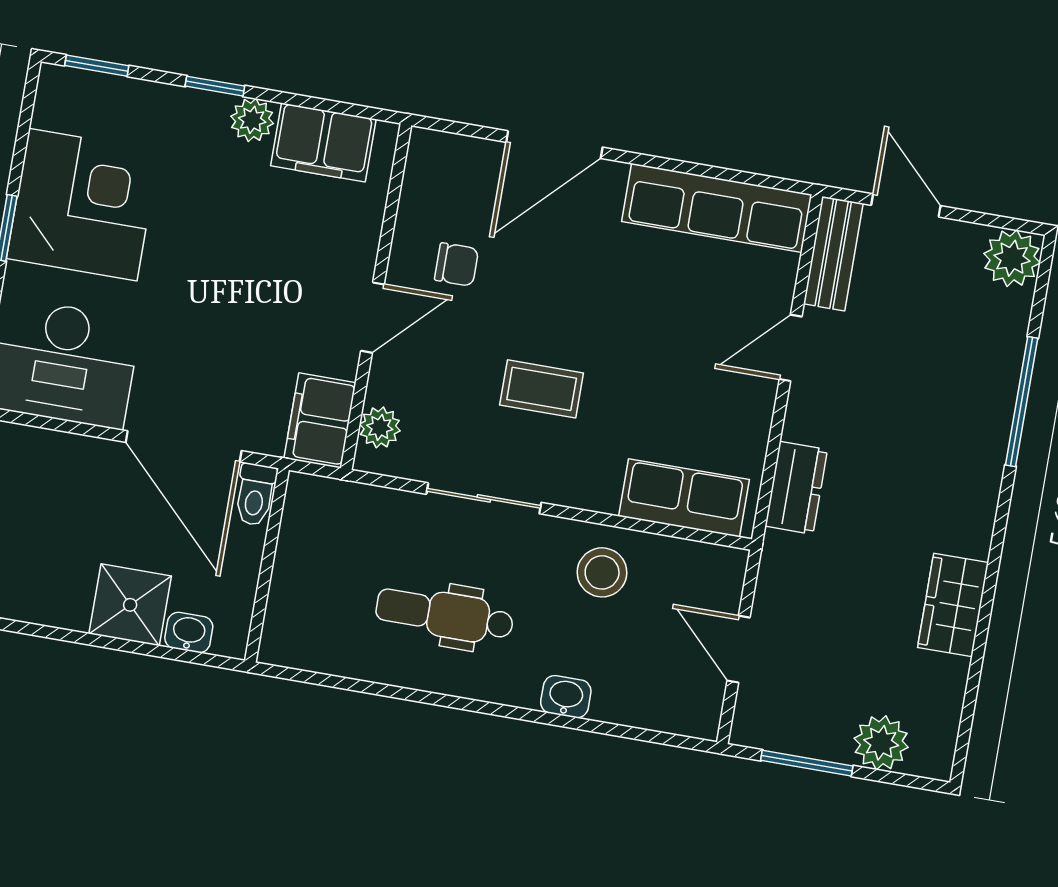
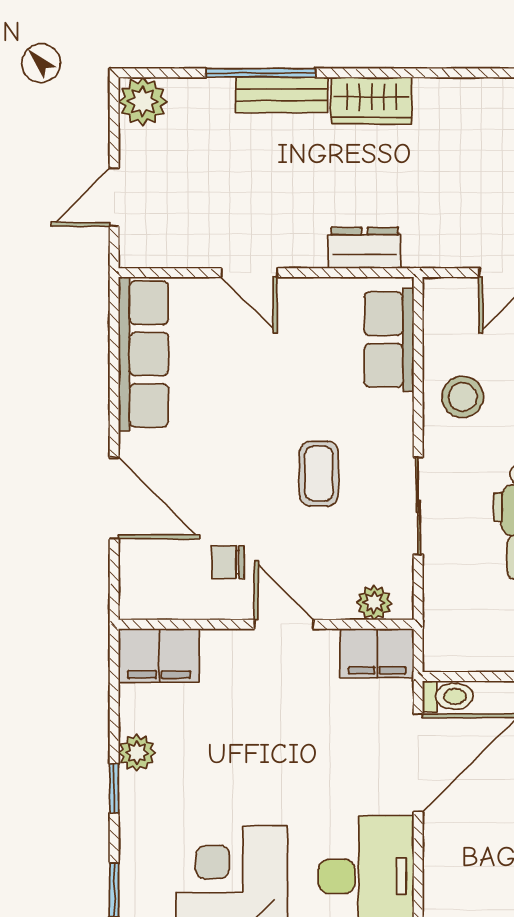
filing cabinet: (323, 143) -> (159, 656), moved, turned 90
bench: (833, 254) -> (282, 95), moved
chair: (456, 265) -> (228, 562), turned -90
wardrobe: (953, 605) -> (372, 101), moved

